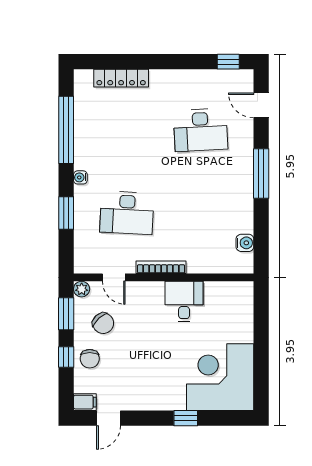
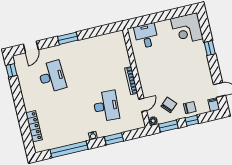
window: (261, 173) -> (68, 38), width x0.69
water cooler: (245, 243) -> (107, 38), removed
desk: (184, 302) -> (146, 36), moved, turned 90
corner desk: (220, 377) -> (187, 29), width x0.74, depth x0.74

